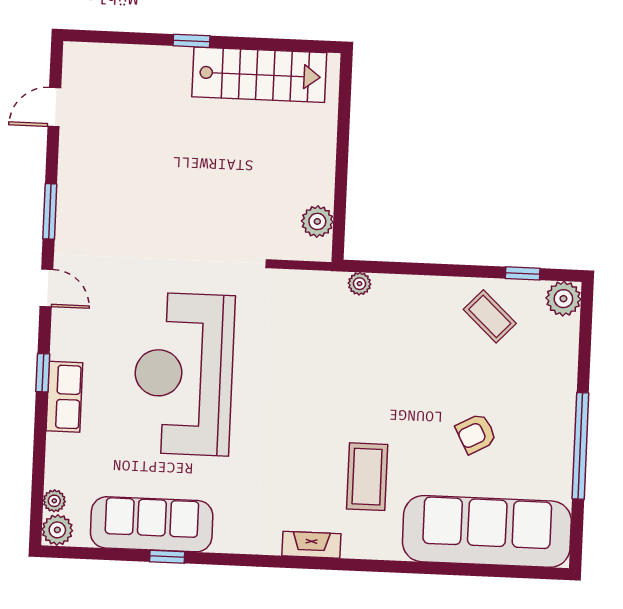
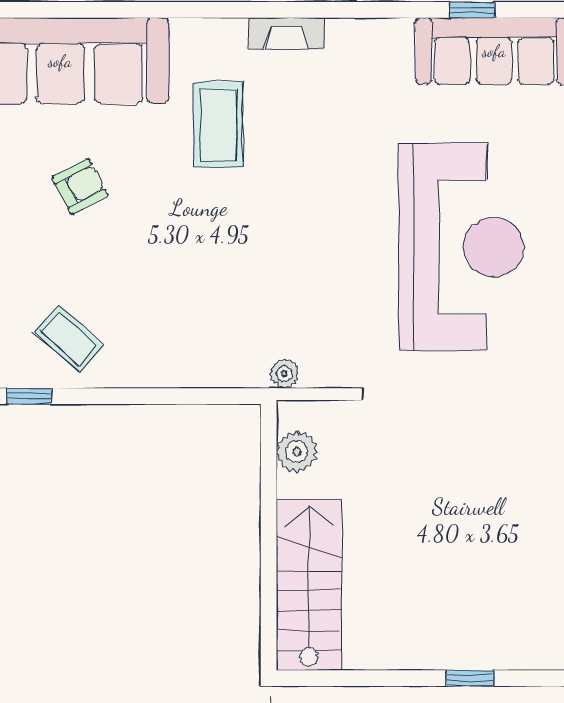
stairs: (259, 75) -> (309, 585), moved, turned 90
plant: (359, 284) -> (284, 374), moved

